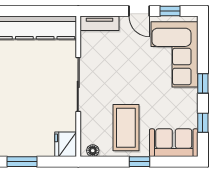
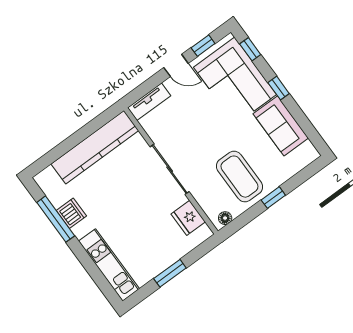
window: (203, 123) -> (250, 49), moved
sofa: (174, 143) -> (281, 126), moved, turned -90
fridge: (66, 144) -> (188, 218), moved

